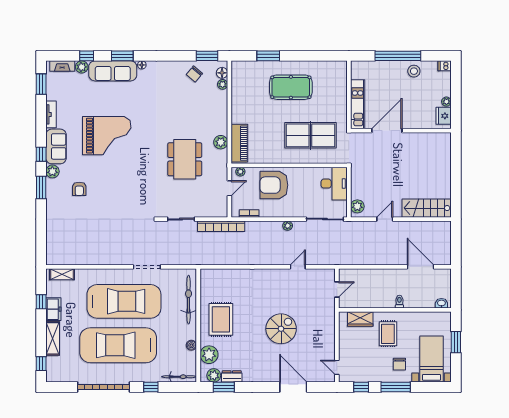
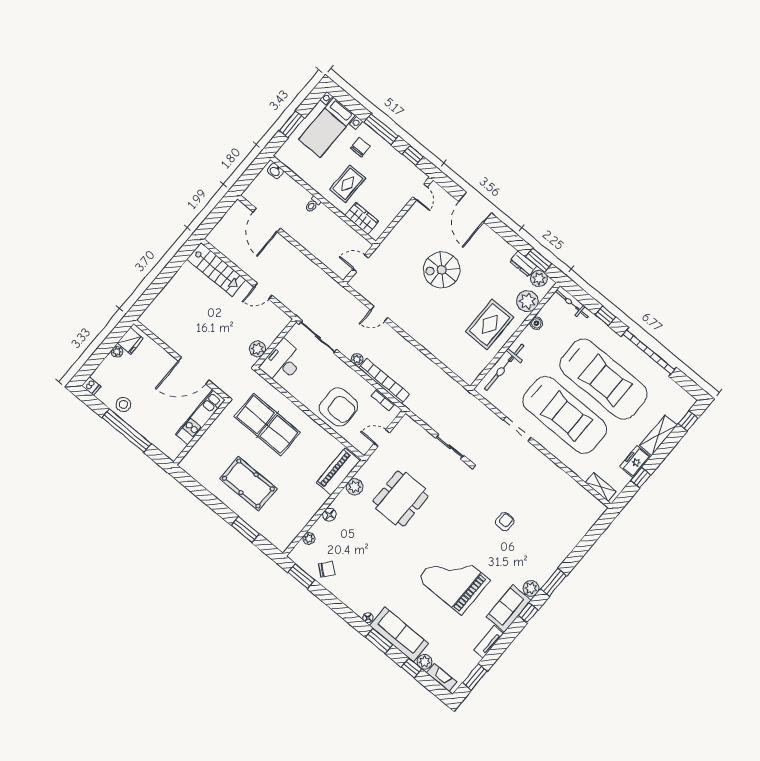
floor lamp: (222, 73) -> (329, 515), moved
plant: (240, 172) -> (359, 445), removed
armchair: (79, 189) -> (505, 522), moved
plant: (357, 206) -> (257, 349), moved
bookcase: (221, 226) -> (384, 381), moved
car: (124, 301) -> (565, 415), turned 180

